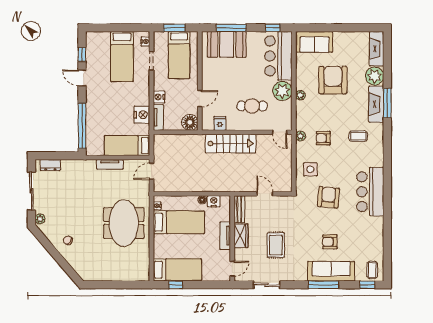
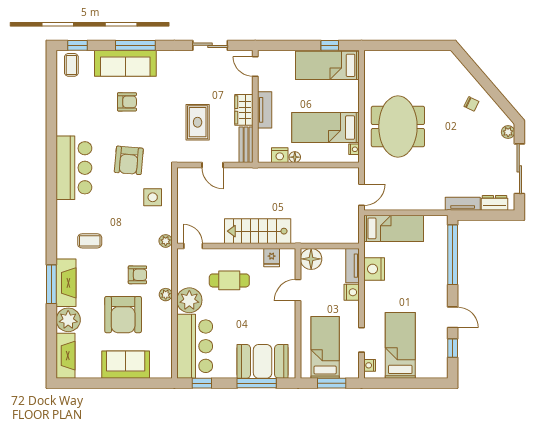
sofa: (314, 42) -> (126, 365), moved
armchair: (323, 138) -> (137, 275), moved
tv unit: (110, 164) -> (463, 204), moved
rug: (276, 245) -> (198, 122), moved
door: (232, 269) -> (255, 67), hinge flipped

